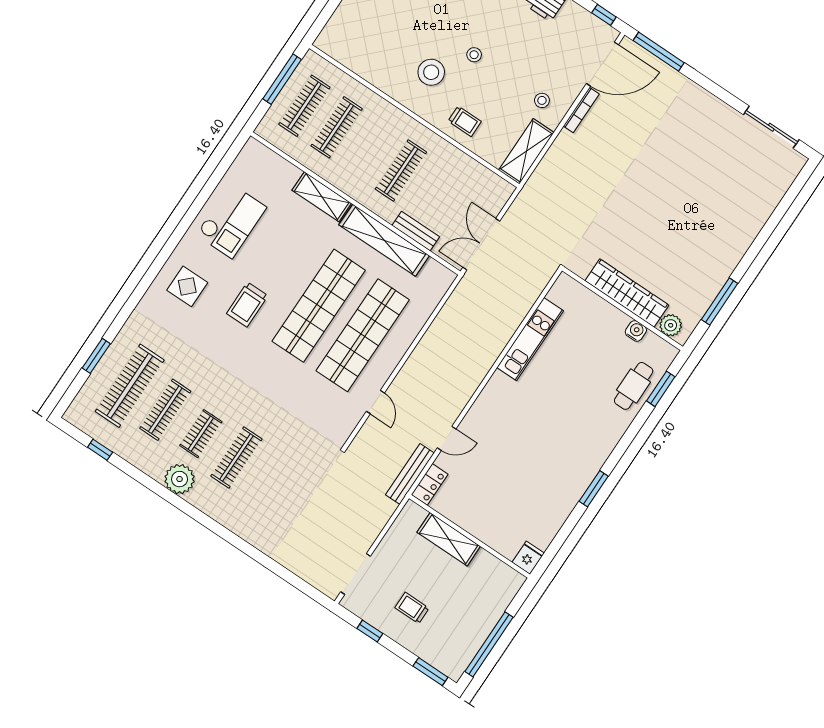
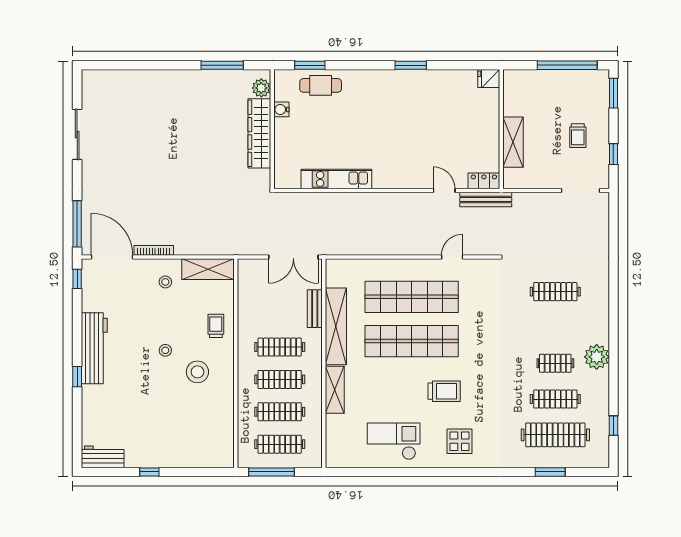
sliding door: (771, 127) -> (77, 134), moved
clothes rail: (369, 149) -> (280, 379), added
clothes rail: (236, 458) -> (555, 292), moved

